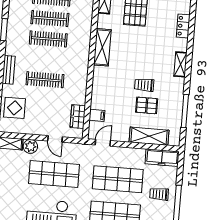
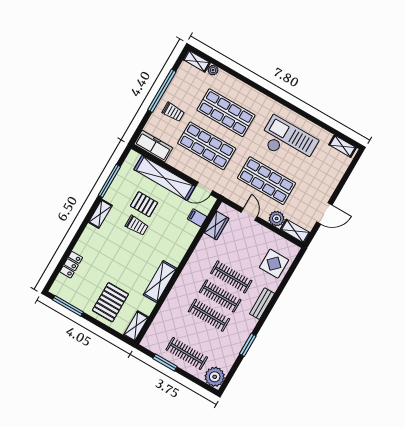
clothes rail: (50, 19) -> (220, 296), moved
shelving: (180, 64) -> (100, 214), moved
shelving: (149, 136) -> (164, 178), width x1.47

